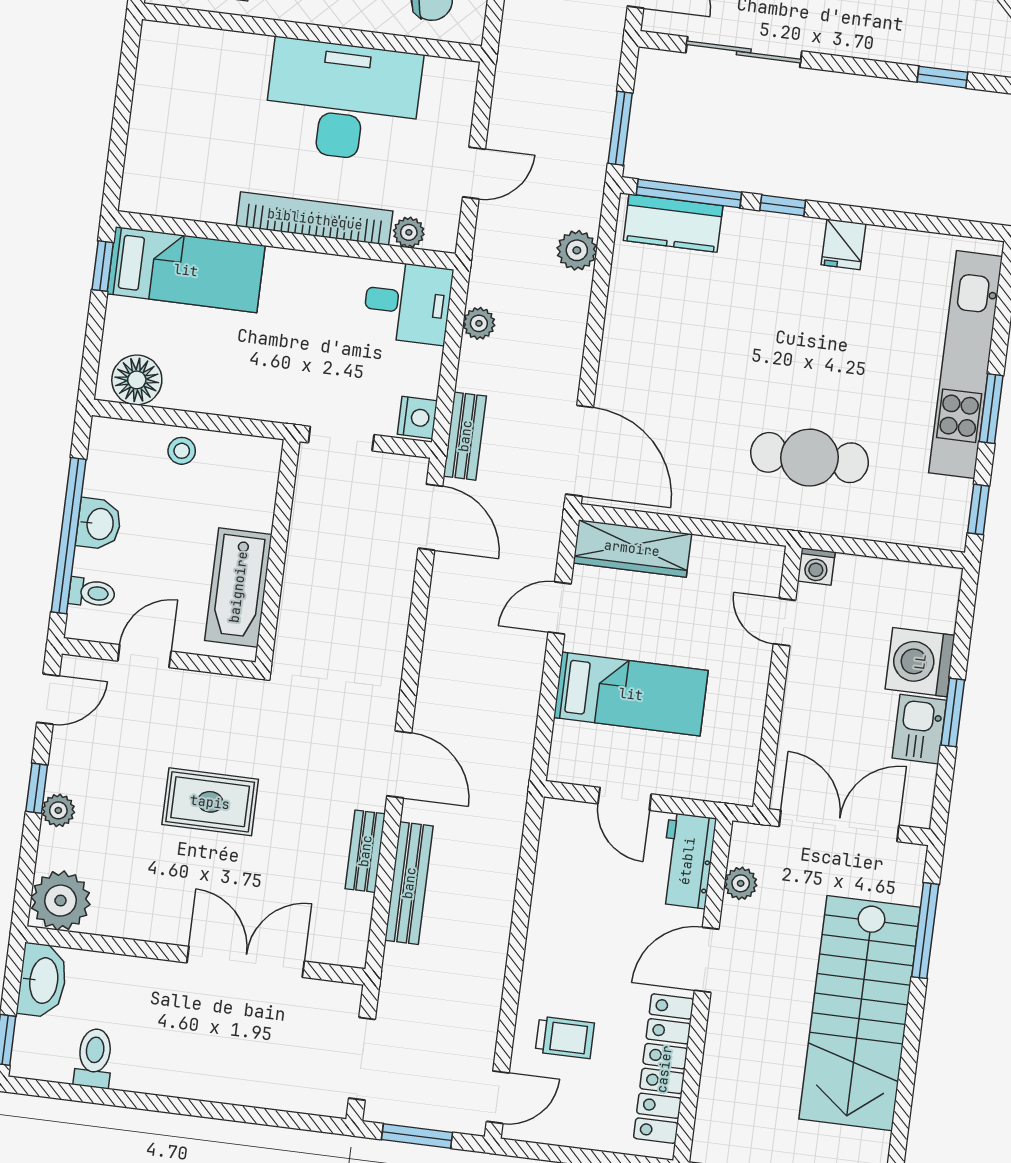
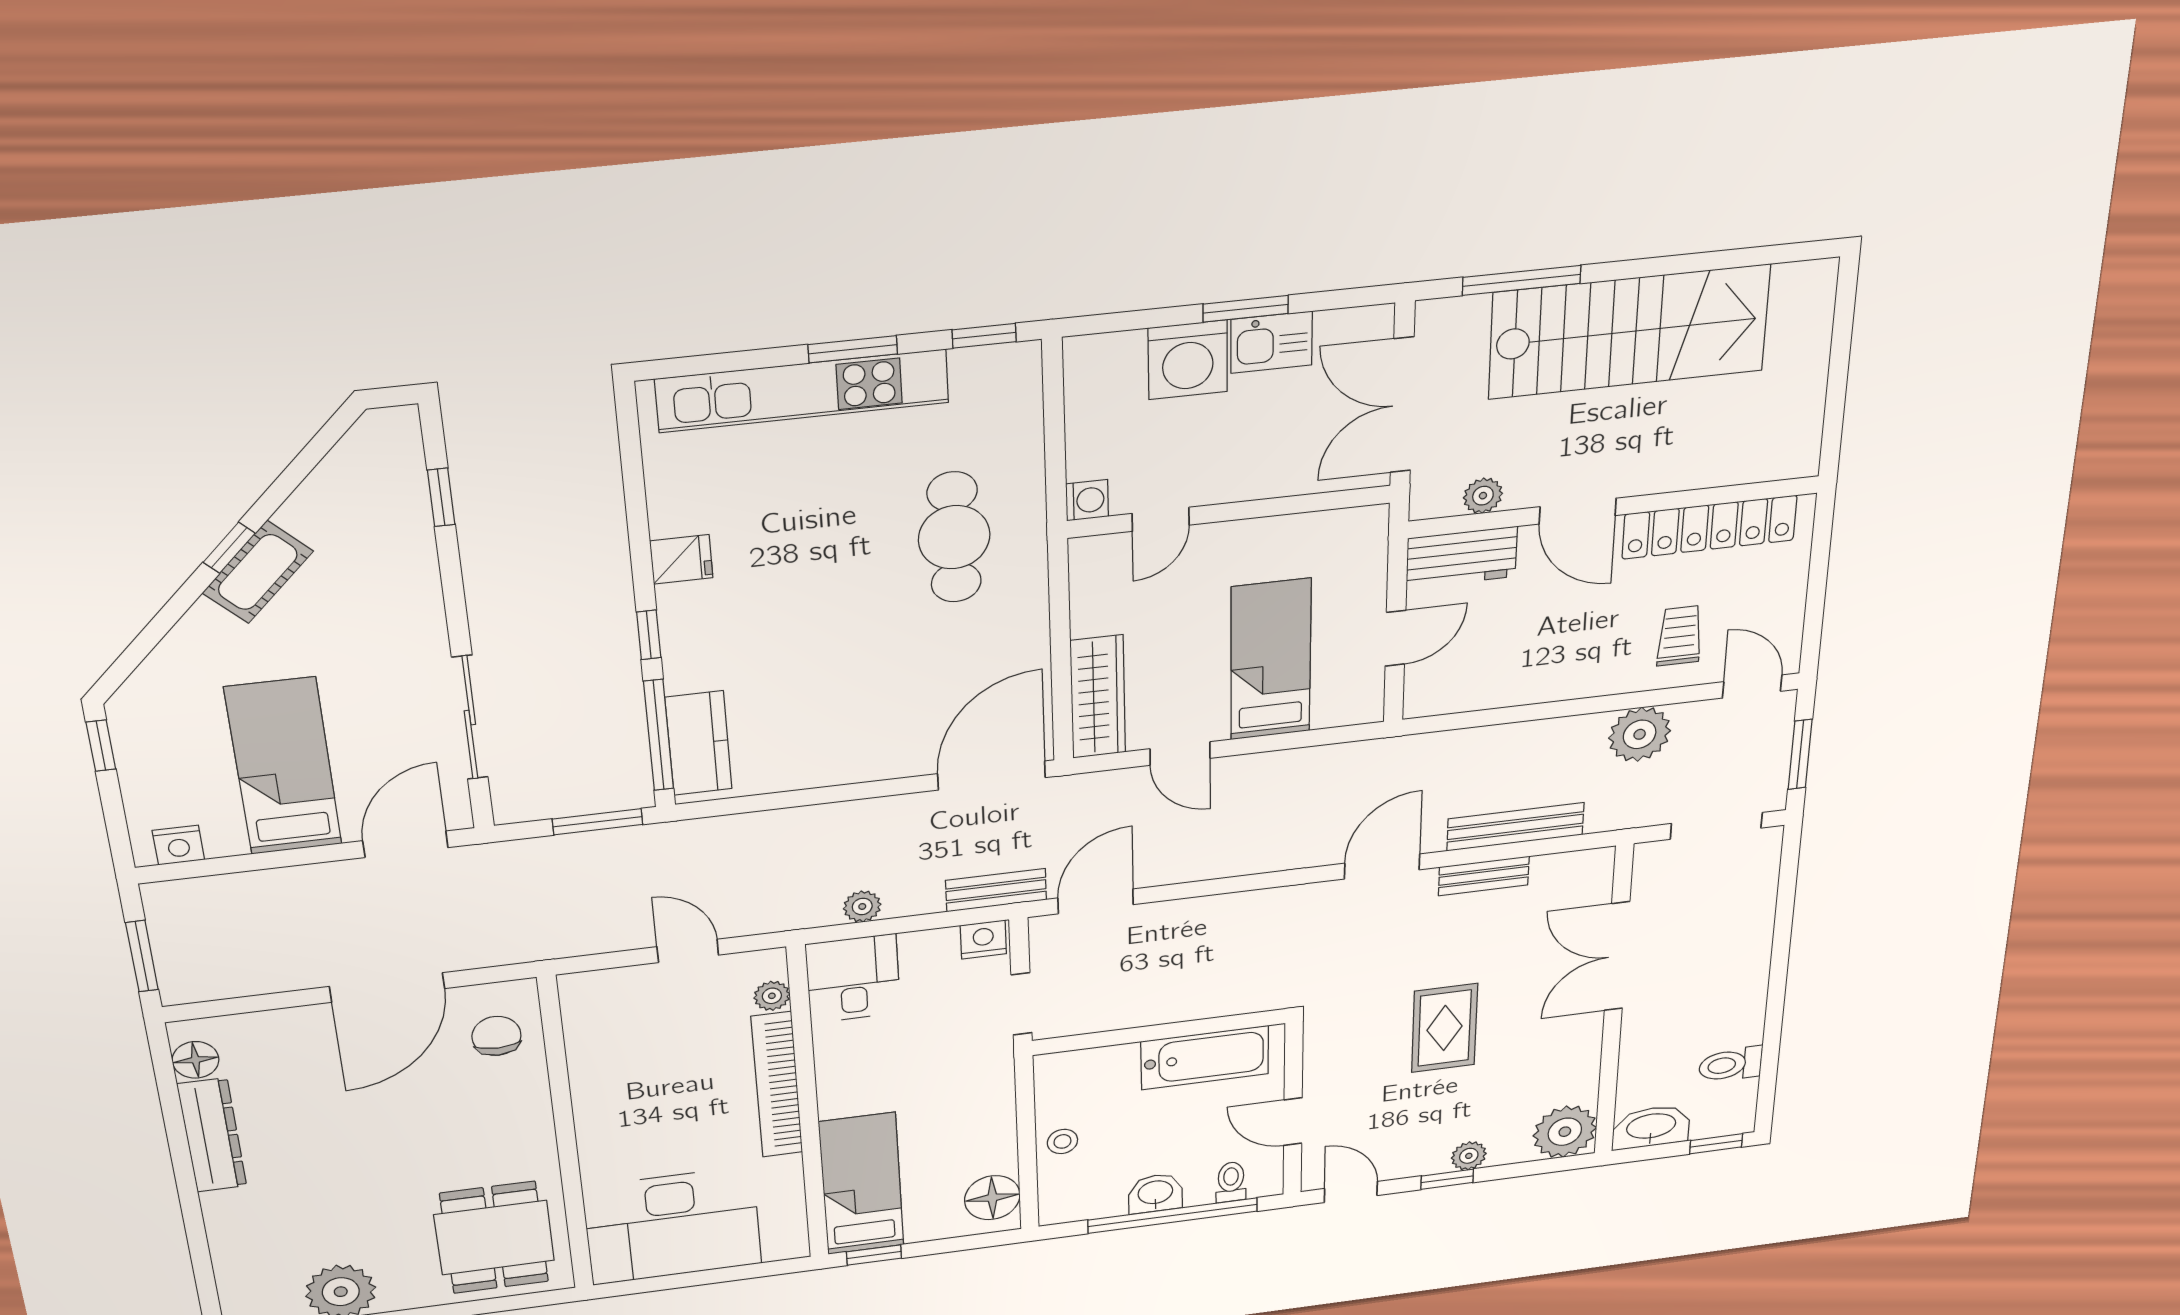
desk: (343, 101) -> (672, 1226), moved, turned -90
plant: (577, 250) -> (1640, 734), moved, width x1.36, depth x1.36

